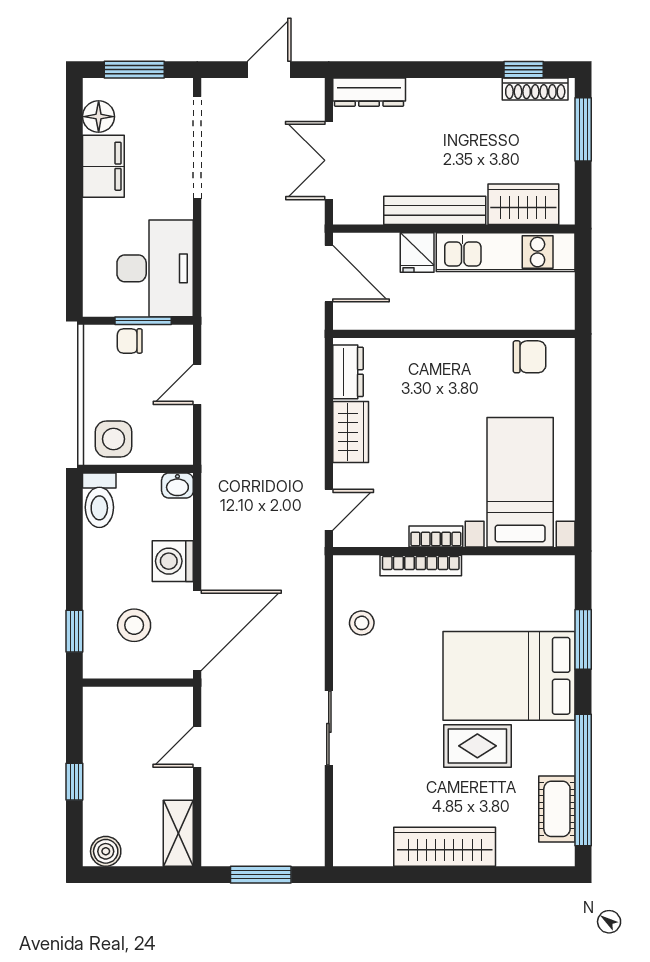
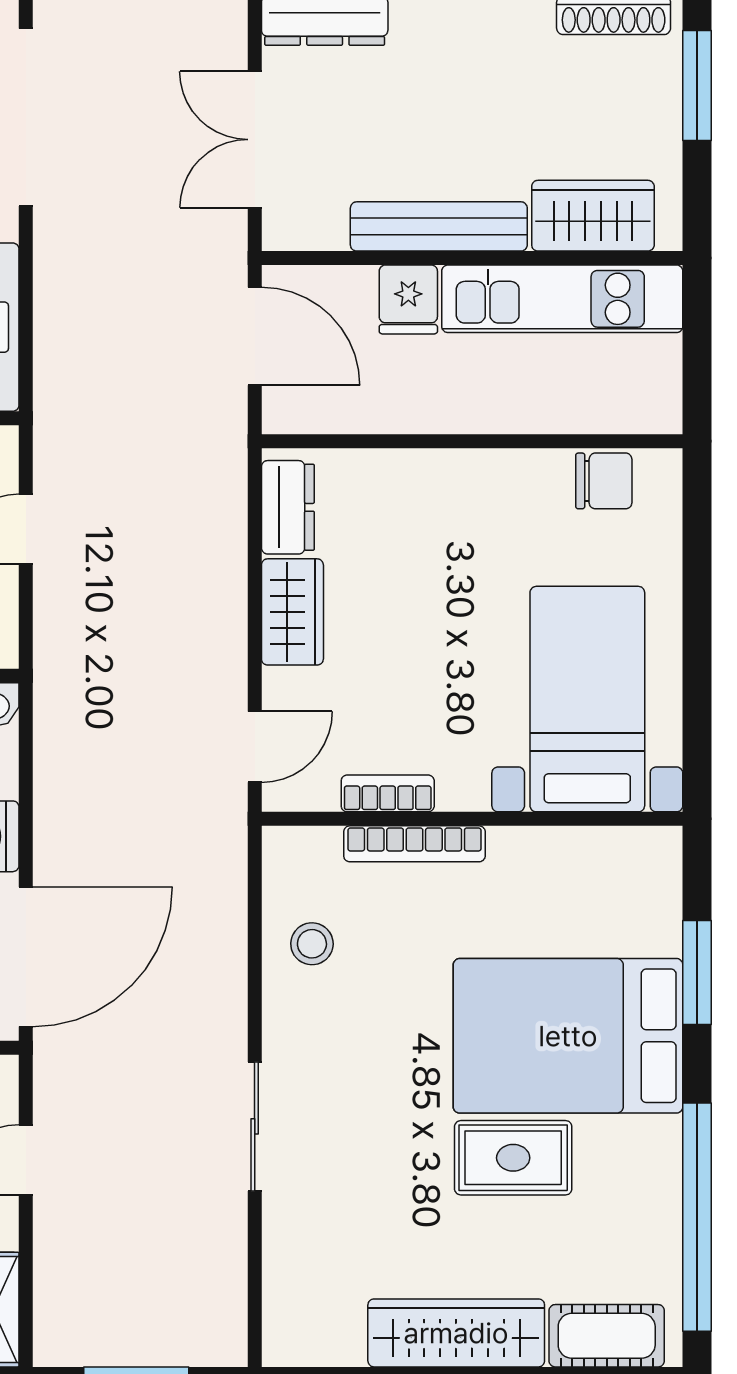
bookcase: (436, 536) -> (388, 793), moved
cot: (557, 809) -> (607, 1336), moved, turned 90

